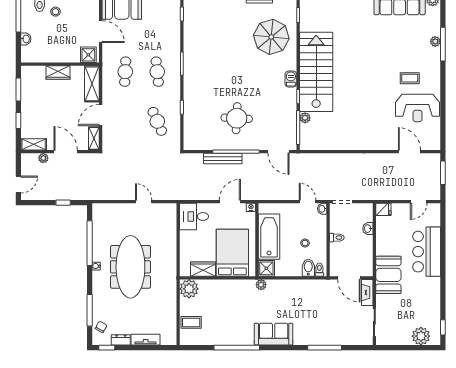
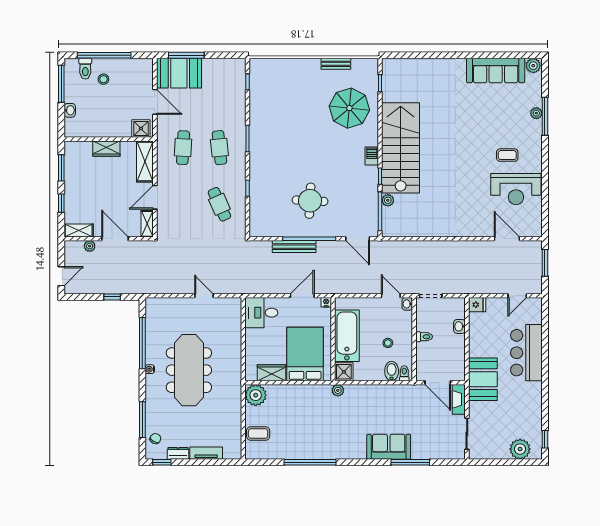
sofa: (274, 334) -> (389, 447), moved

